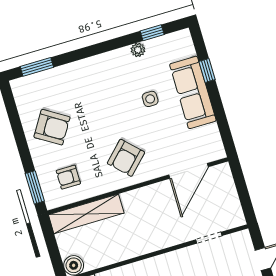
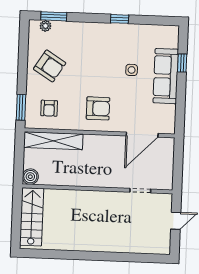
window: (152, 33) -> (120, 19), moved
plant: (138, 50) -> (45, 26), moved
armchair: (126, 158) -> (98, 108), turned -135
armchair: (68, 177) -> (49, 108), turned -90

